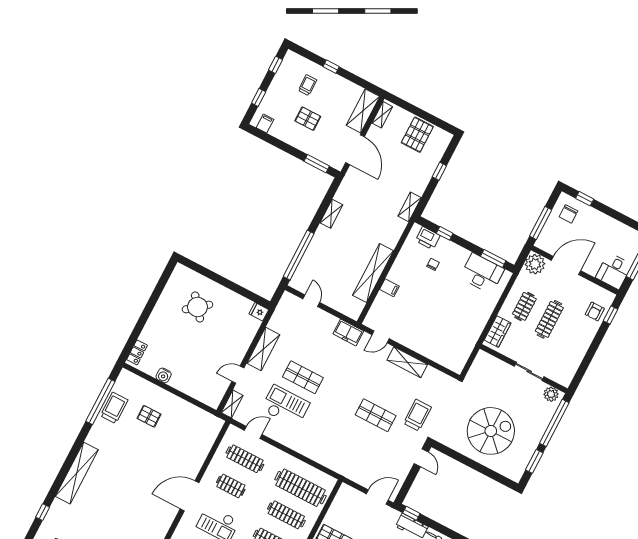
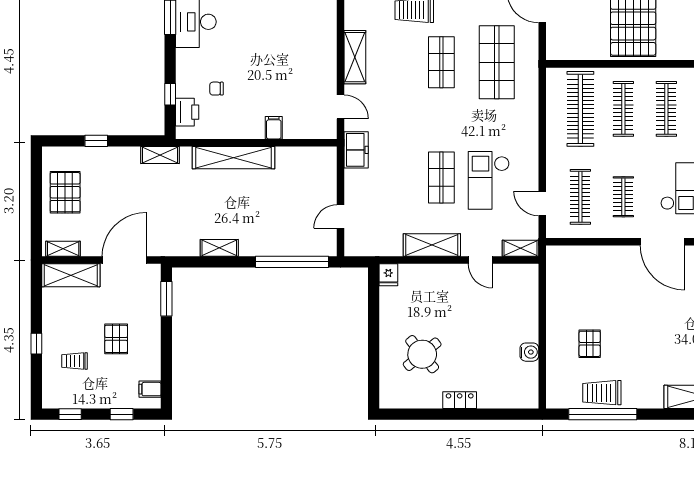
pallet: (417, 135) -> (65, 192), turned 90
shelving: (373, 273) -> (233, 158), moved
locker: (137, 352) -> (460, 400), moved
shop shelf: (357, 450) -> (497, 62), added

